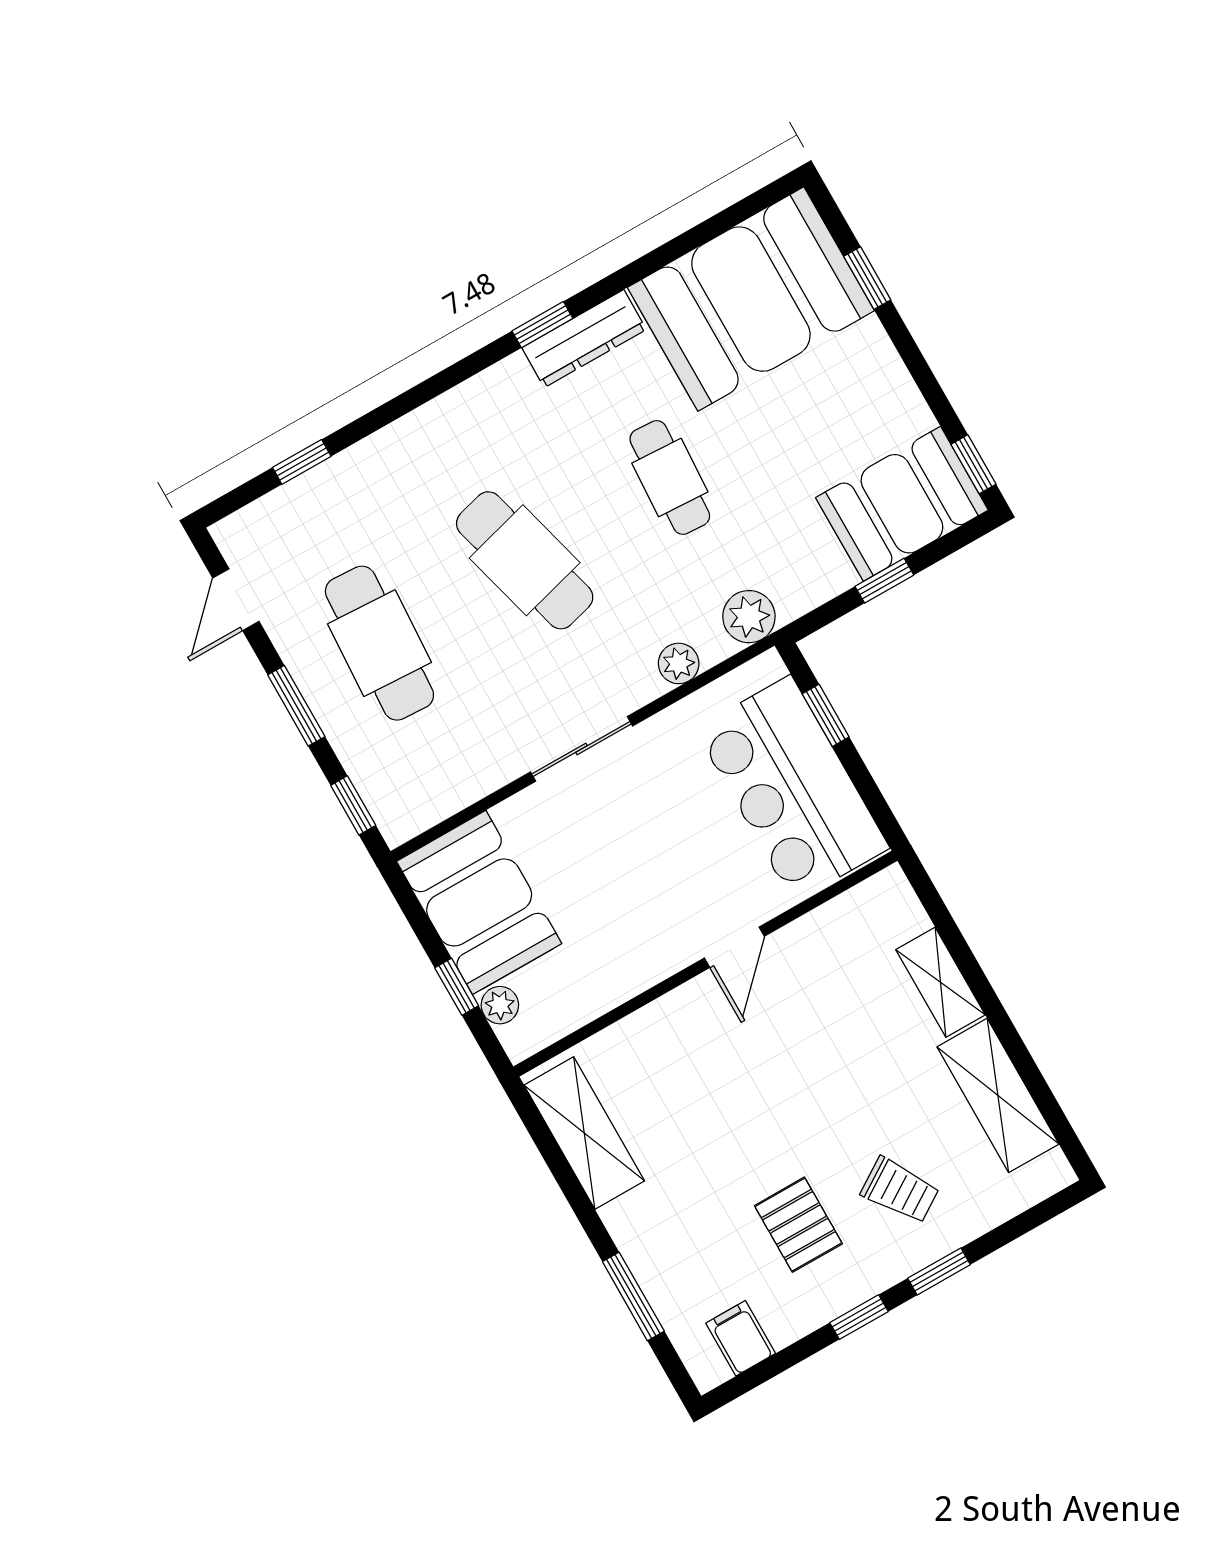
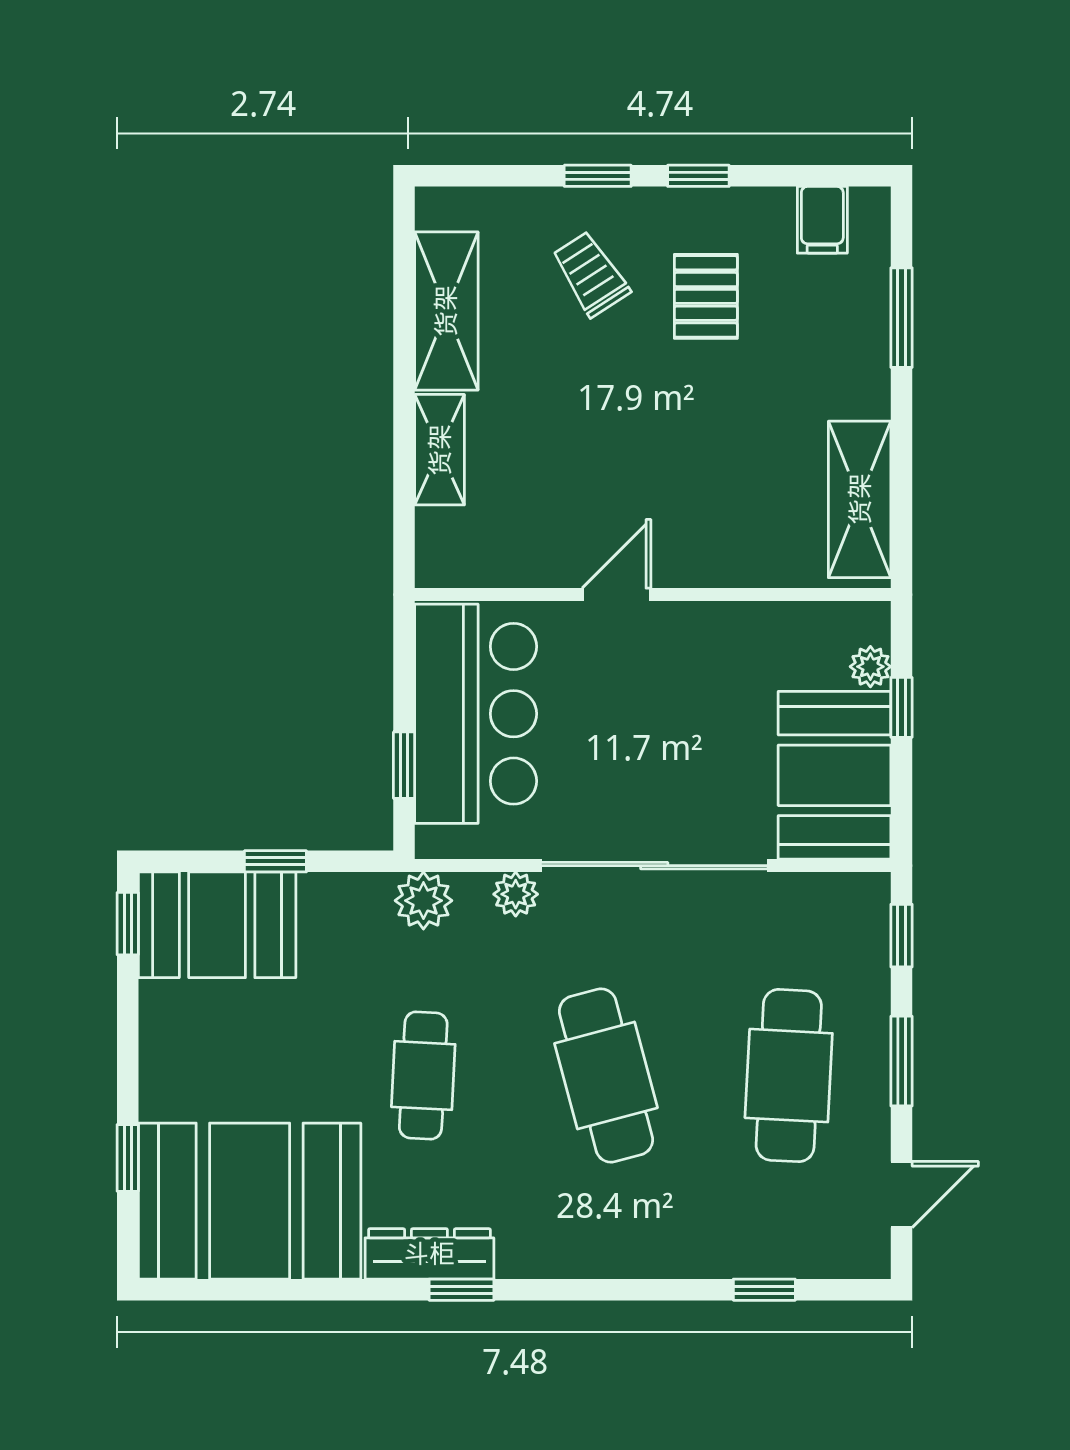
sliding door: (581, 749) -> (654, 866), width x1.86

